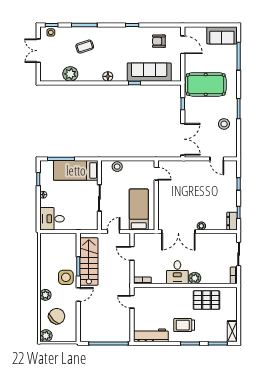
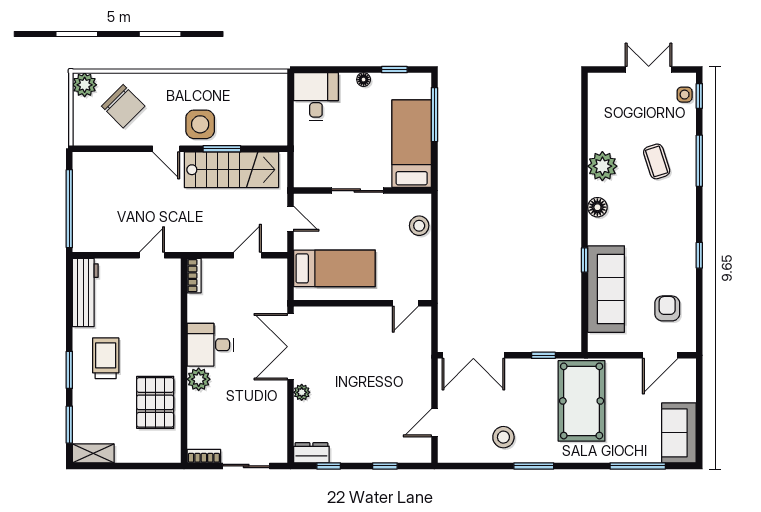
plant: (70, 74) -> (602, 166), moved
plant: (45, 295) -> (165, 84), removed

